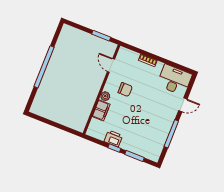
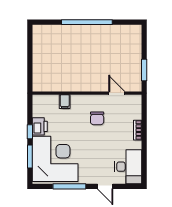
door: (111, 65) -> (117, 93), hinge flipped
plant: (105, 96) -> (81, 100), removed
filing cabinet: (101, 110) -> (65, 102), width x0.50
corner desk: (145, 136) -> (55, 159), added

